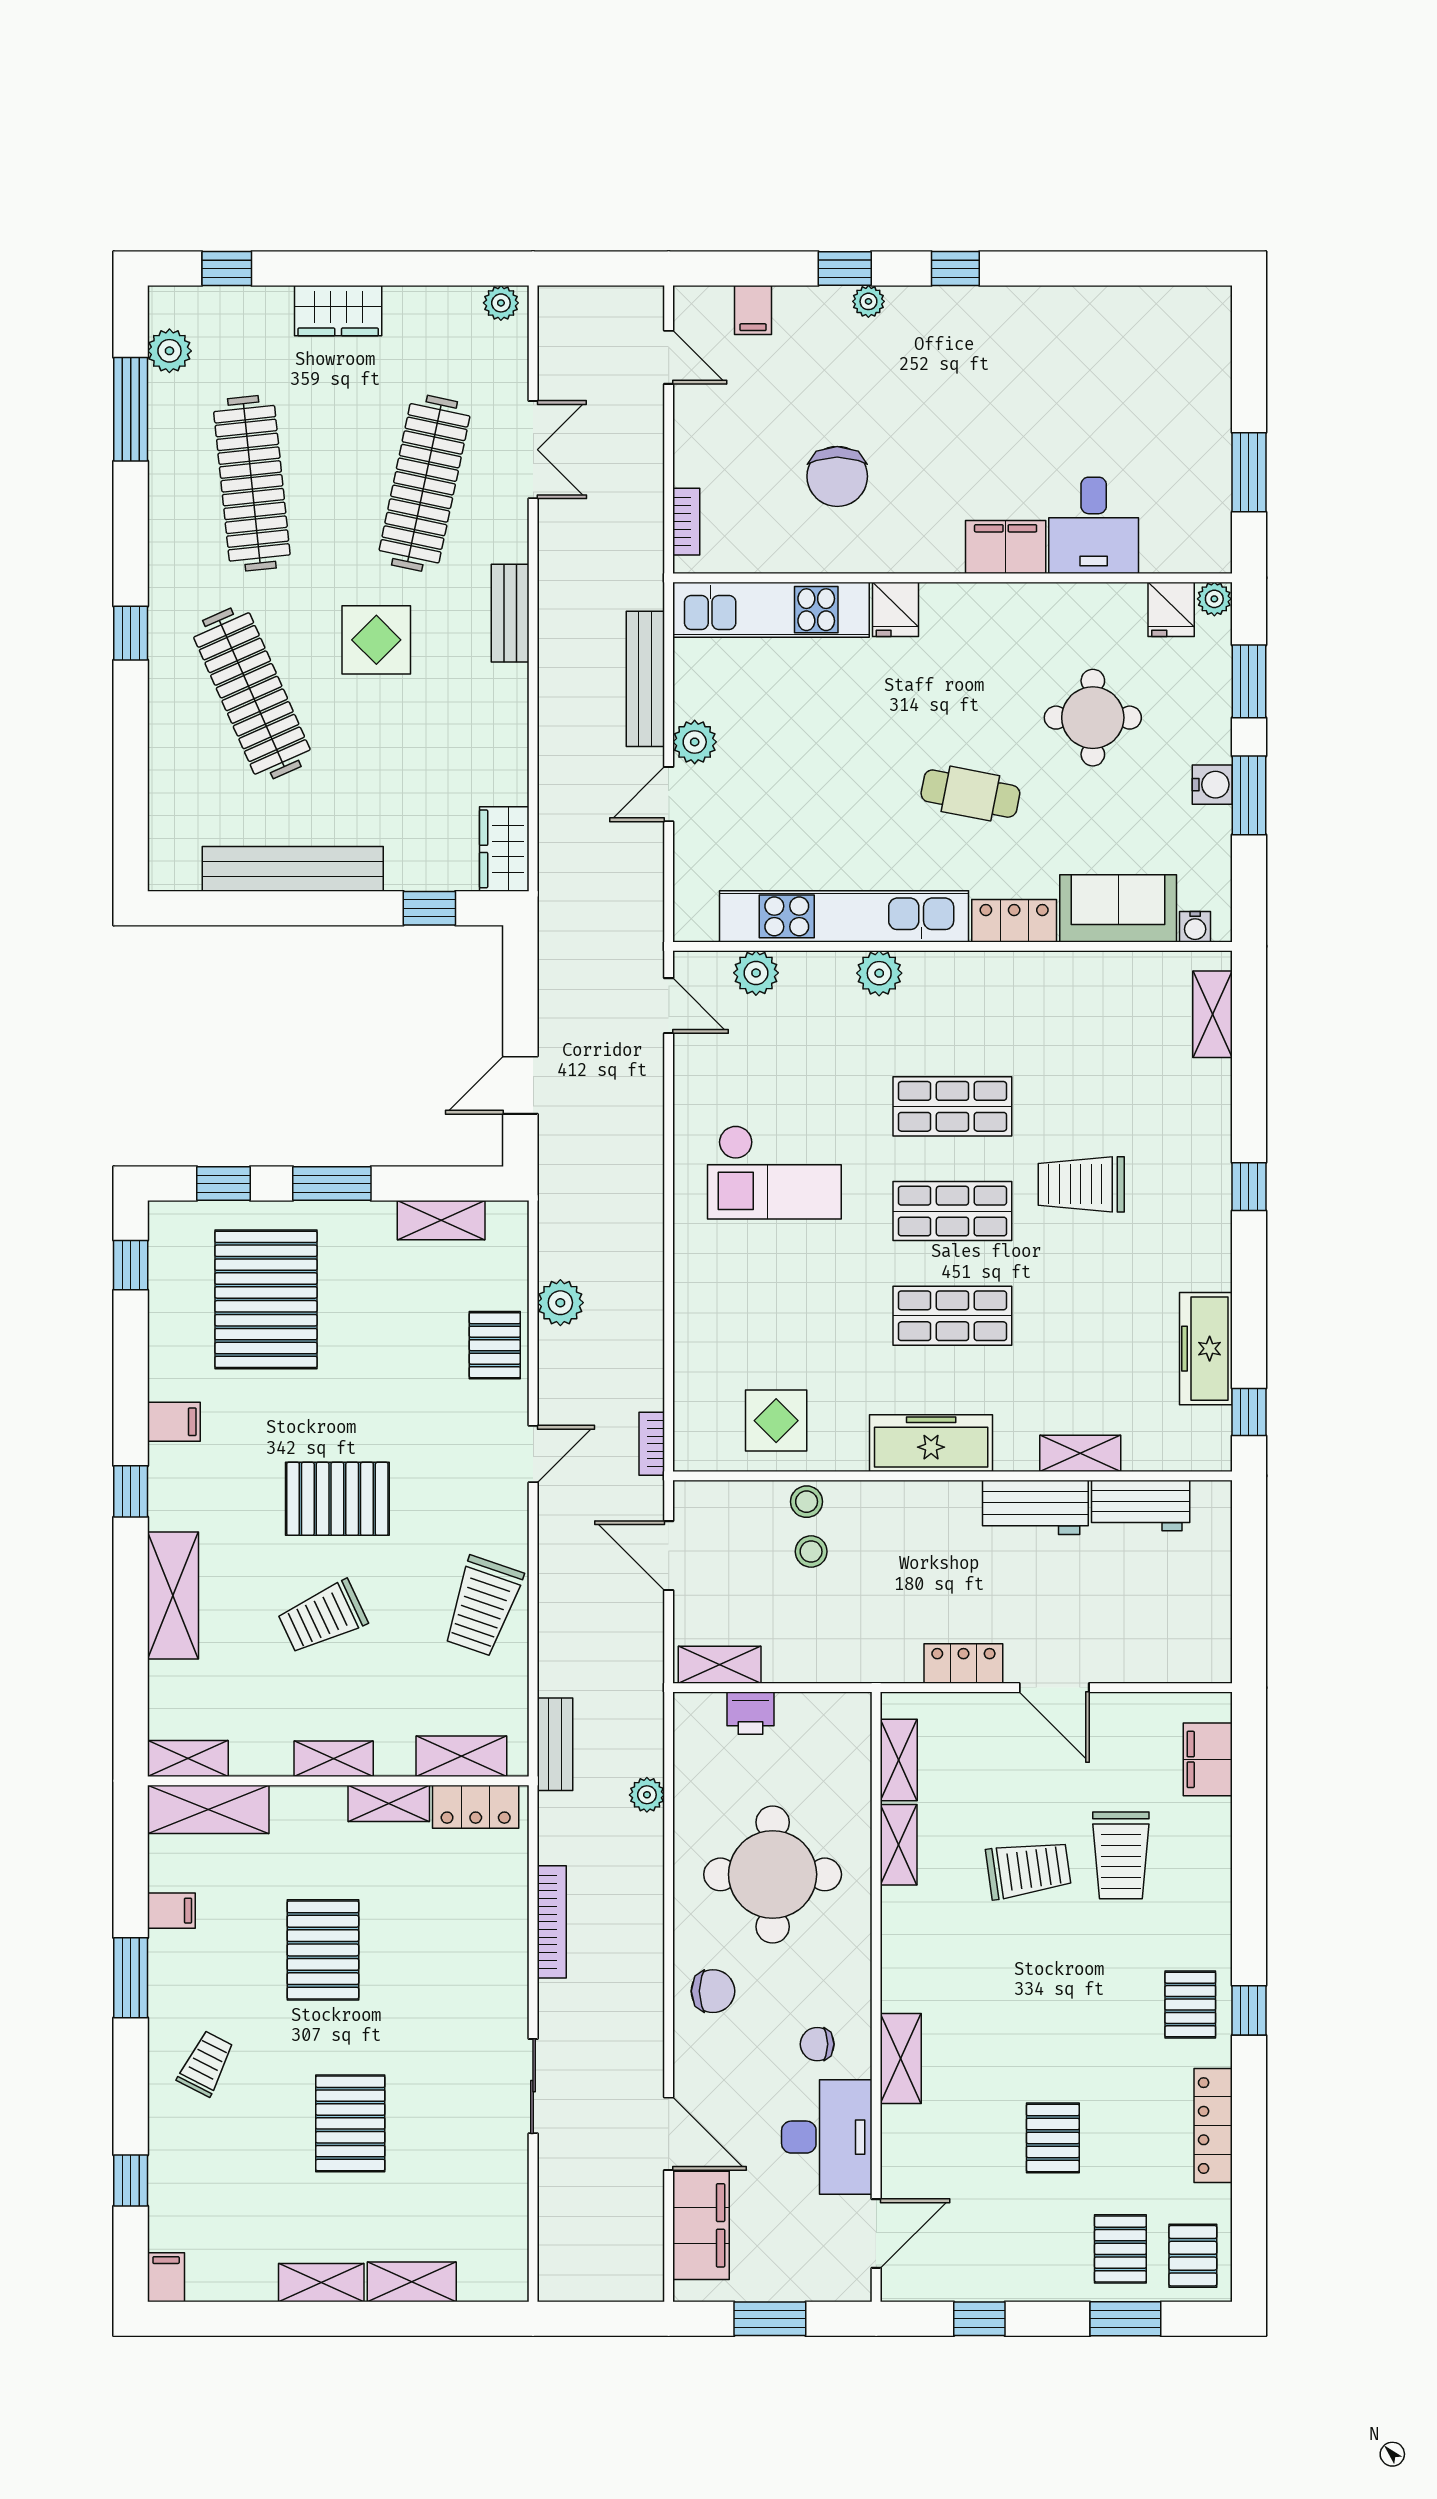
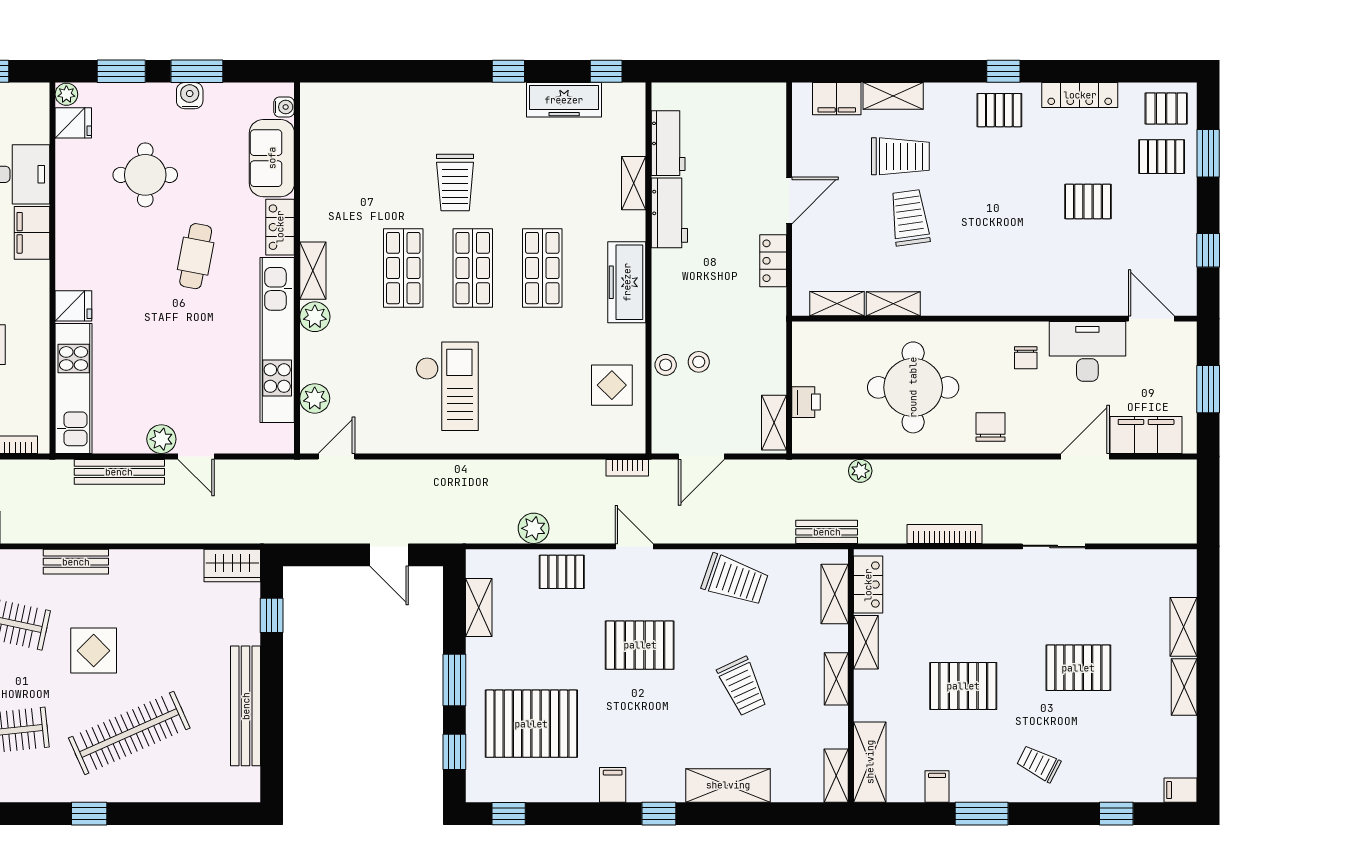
shelving: (1212, 1014) -> (313, 271), moved, turned 90
window: (1249, 1187) -> (508, 71), moved
pallet: (337, 1499) -> (640, 645), moved, turned 90
shelving: (901, 2059) -> (893, 96), moved

